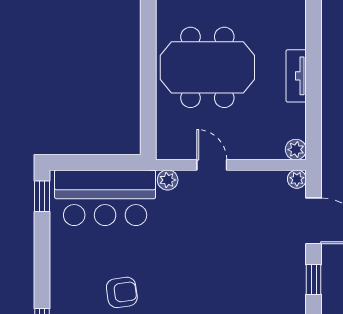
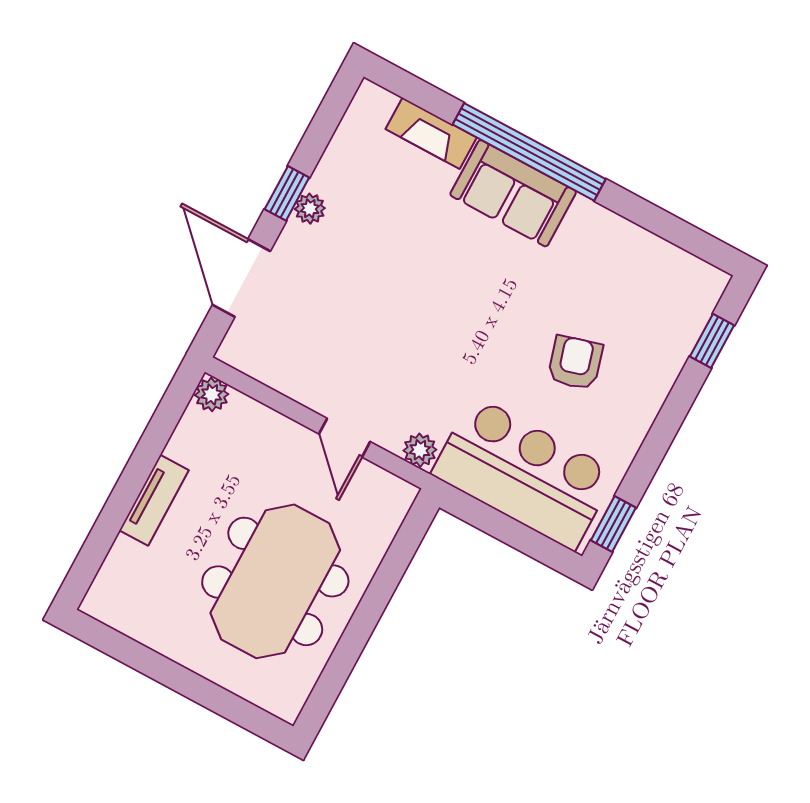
meeting table: (207, 67) -> (275, 581), turned 90
plant: (297, 179) -> (310, 209), moved
armchair: (122, 292) -> (575, 363), moved, turned 82

